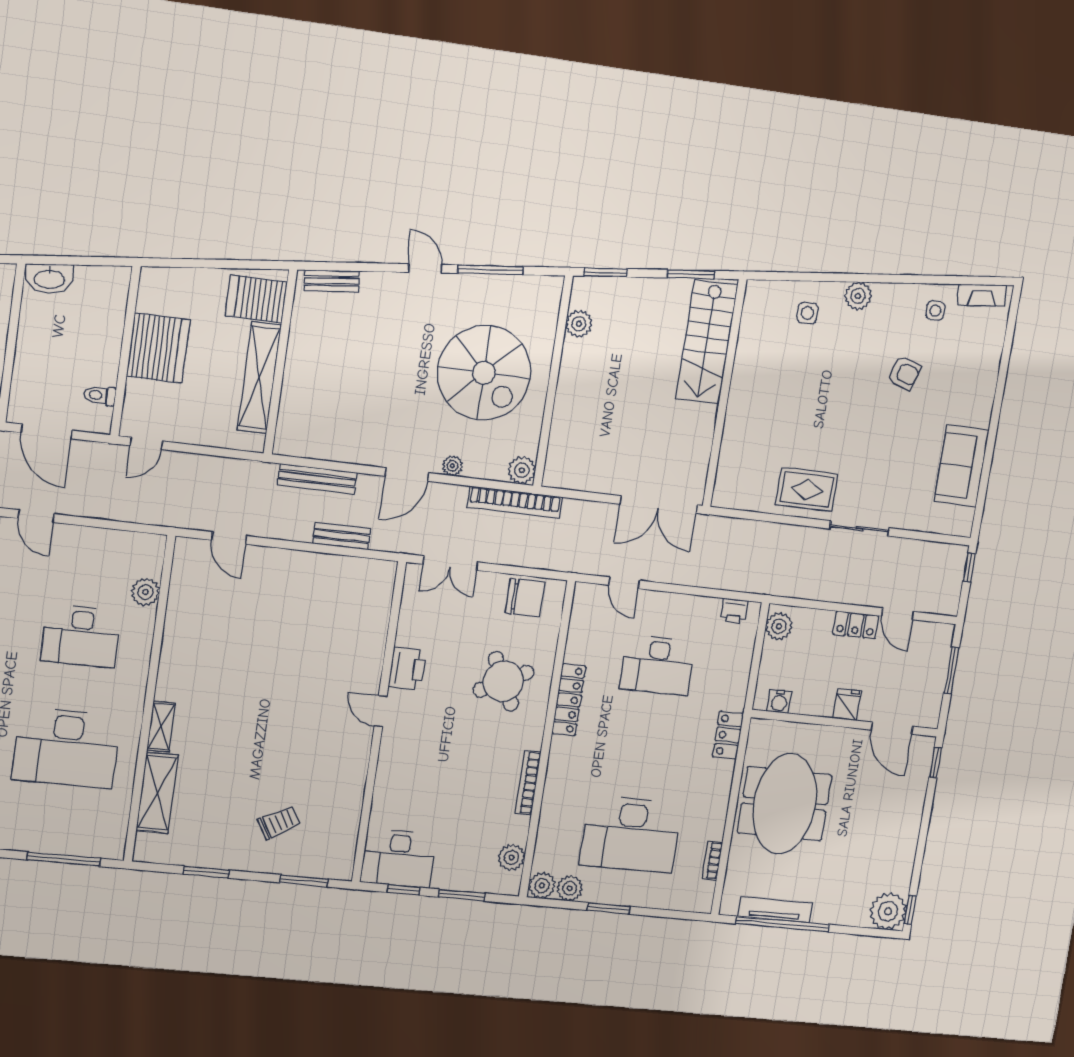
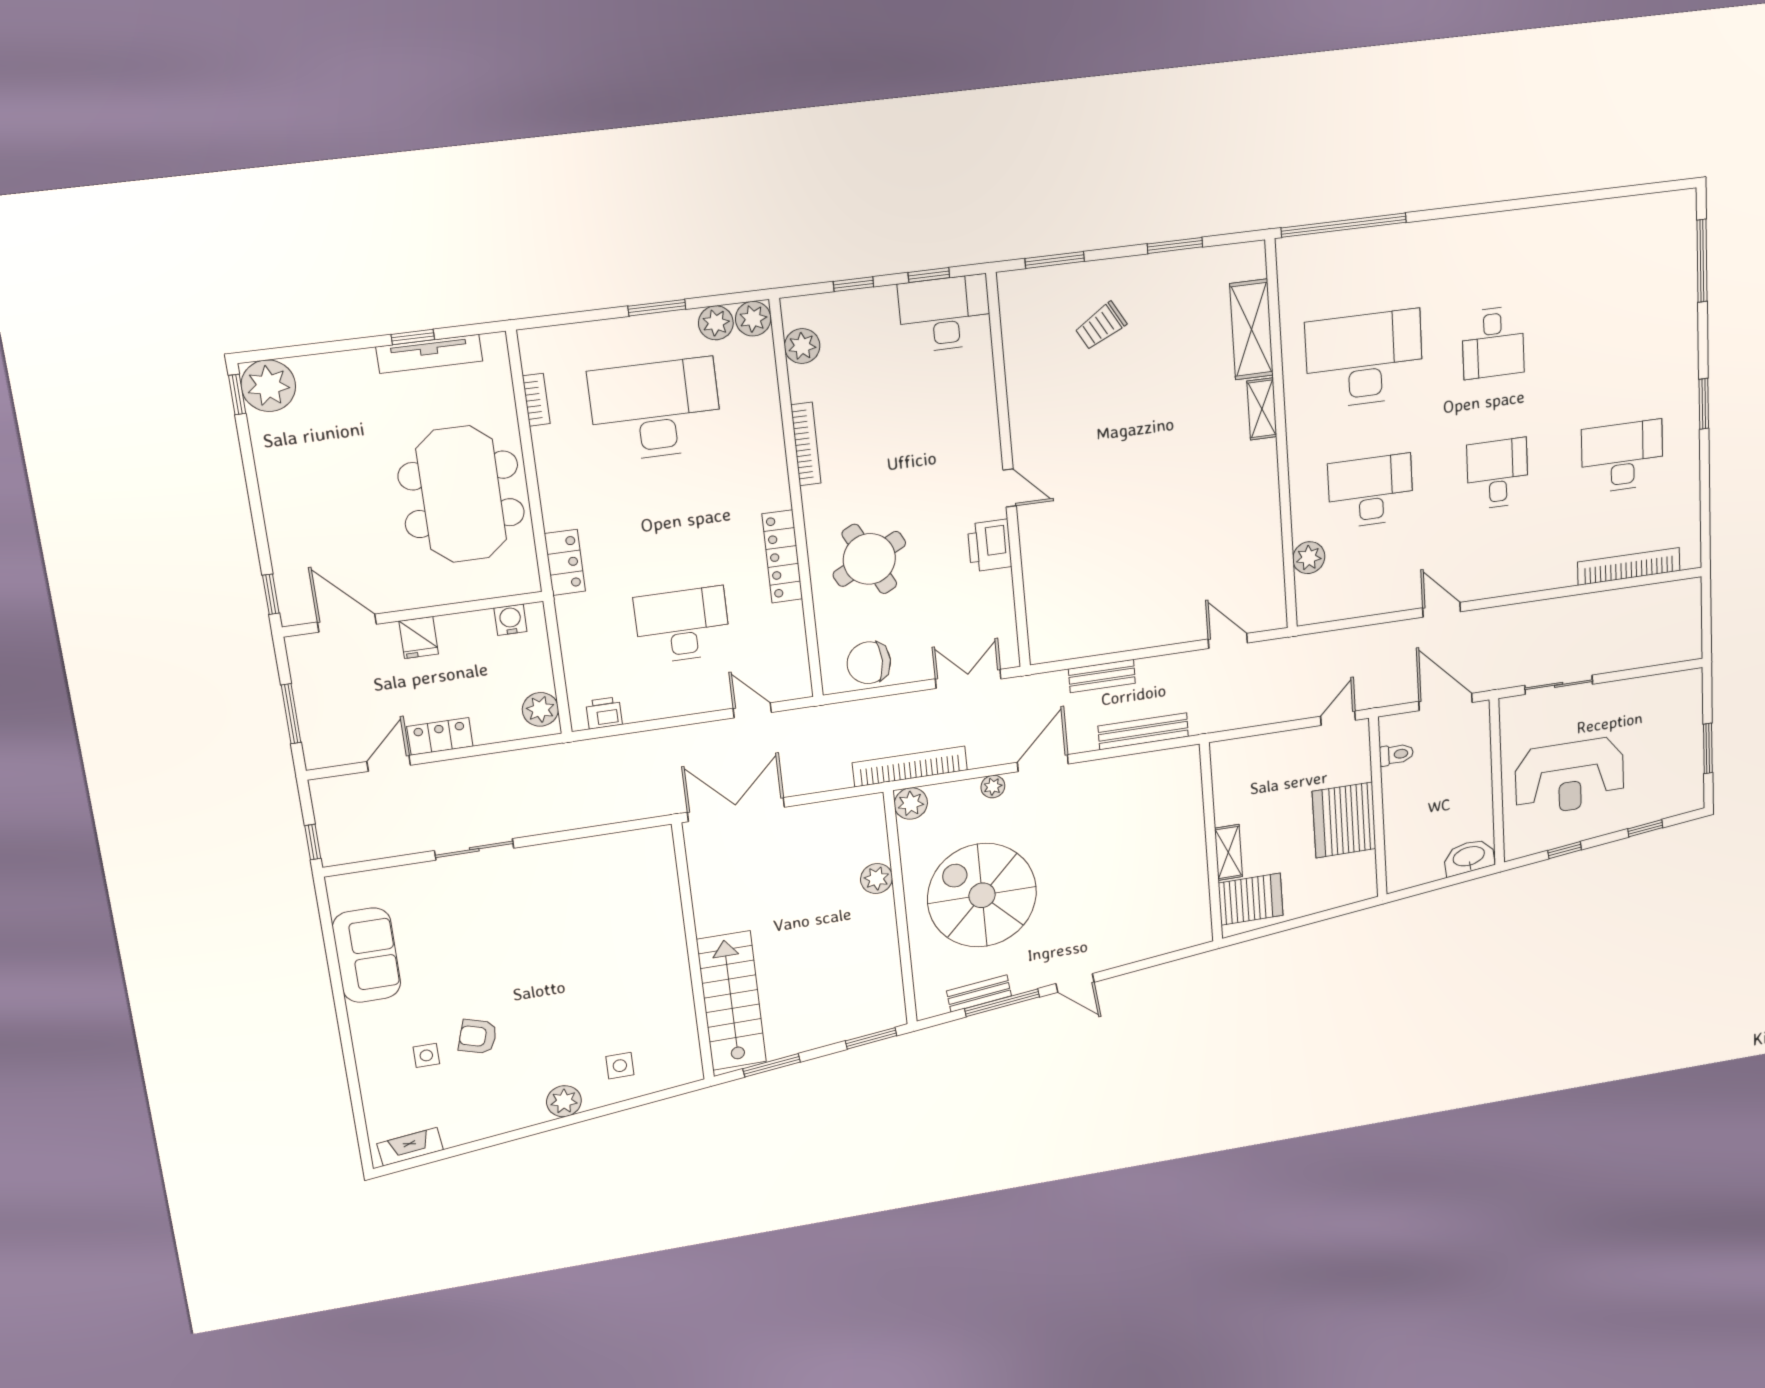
bench: (332, 281) -> (979, 993), moved
side table: (935, 311) -> (426, 1055), moved
plant: (579, 324) -> (877, 879), moved
shelving: (259, 378) -> (1228, 852), width x0.45, depth x0.75
rug: (807, 489) -> (557, 876), removed
door: (898, 614) -> (389, 763), hinge flipped
window: (64, 859) -> (1344, 225), width x1.46
window: (462, 895) -> (853, 284), width x0.67
window: (782, 924) -> (413, 337), width x0.32

